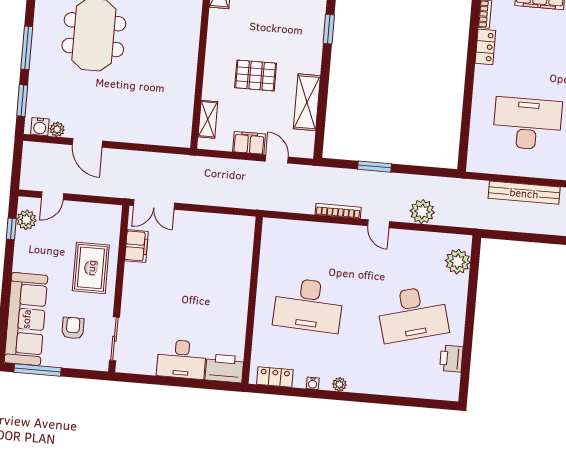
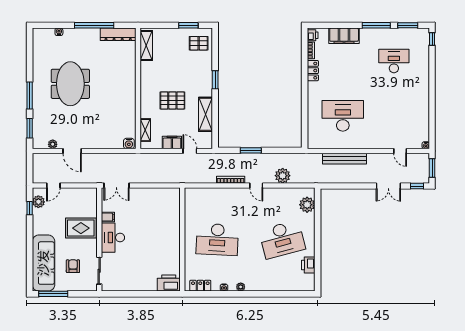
window: (329, 29) -> (215, 80), moved
water cooler: (40, 127) -> (129, 143), moved
filing cabinet: (136, 246) -> (108, 217), width x0.50
rug: (91, 268) -> (81, 228), turned 90
desk: (181, 359) -> (113, 238), moved, turned 90

